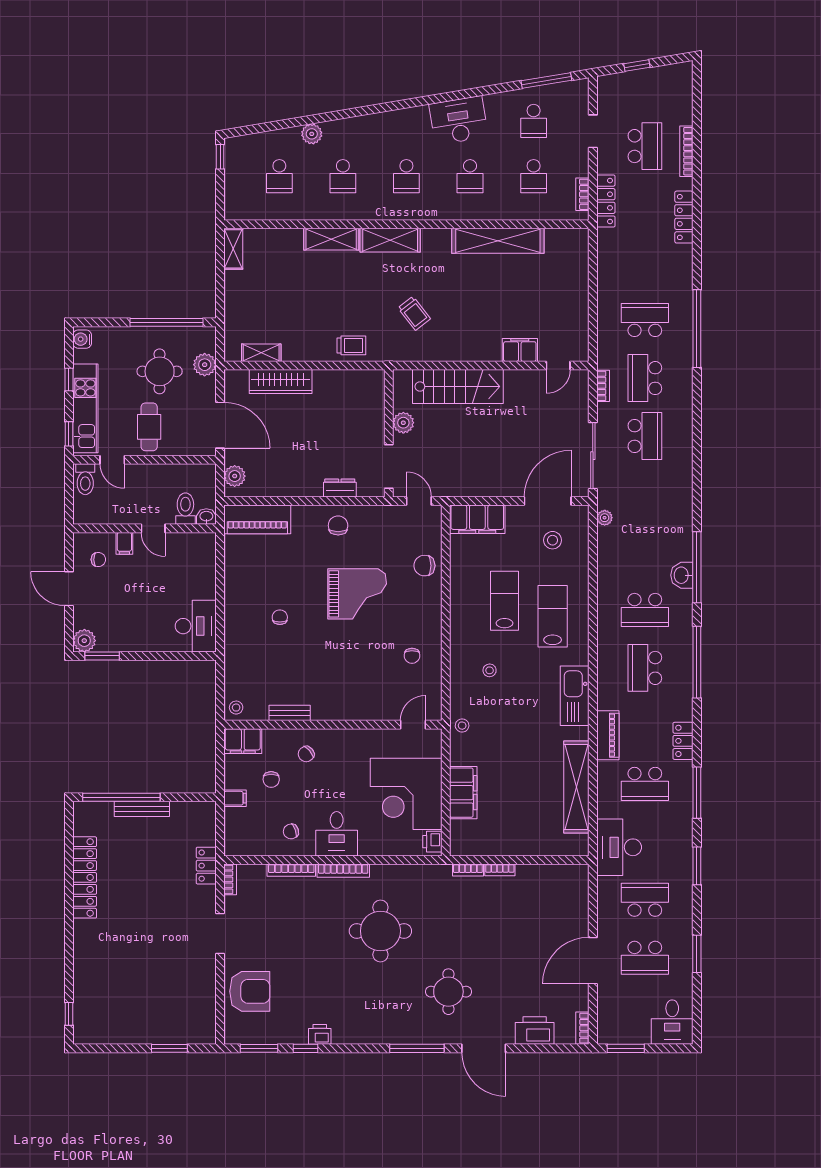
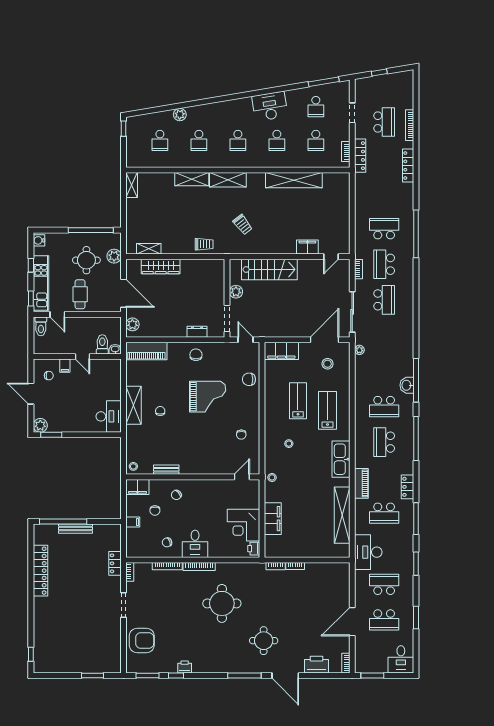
shelving: (236, 608) -> (134, 405), added
corner desk: (406, 794) -> (243, 525), width x0.74, depth x0.74

